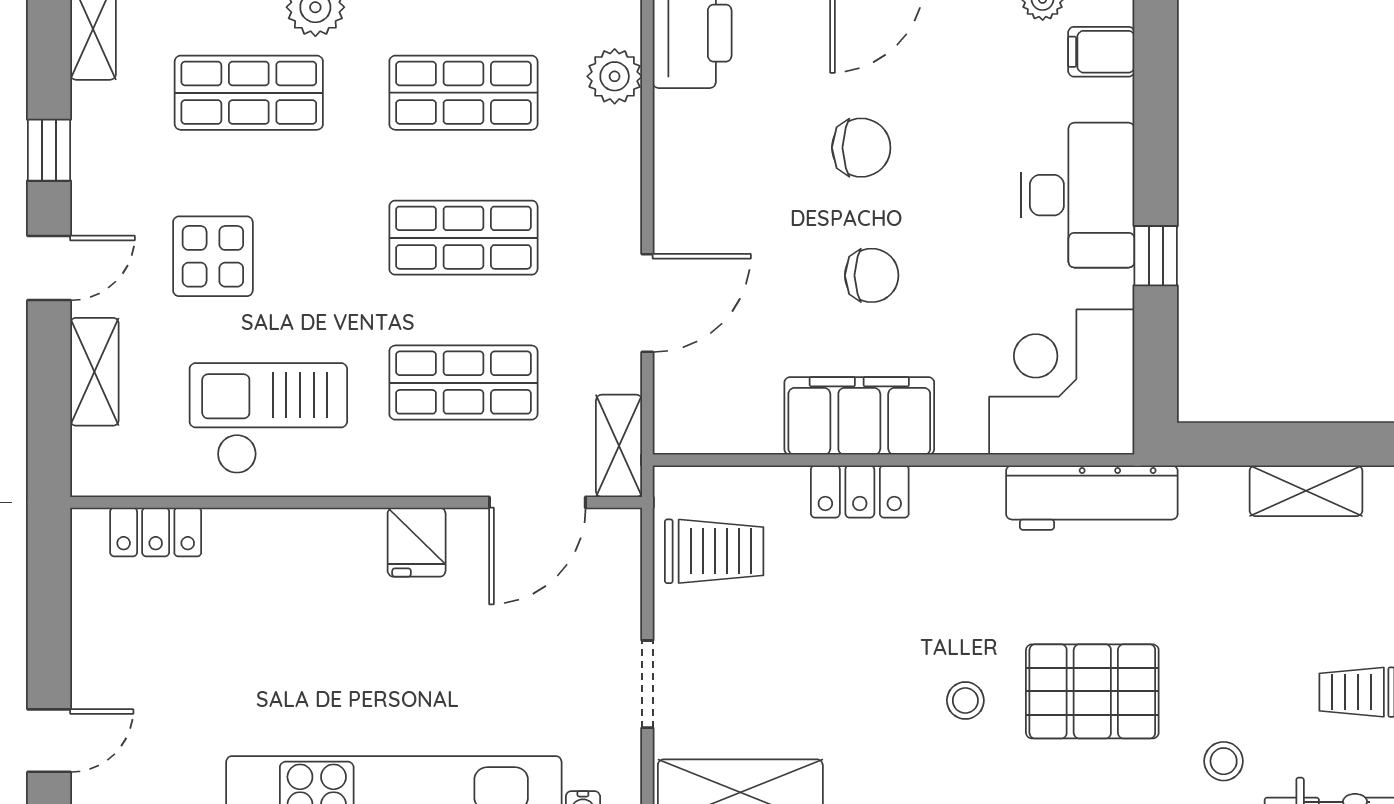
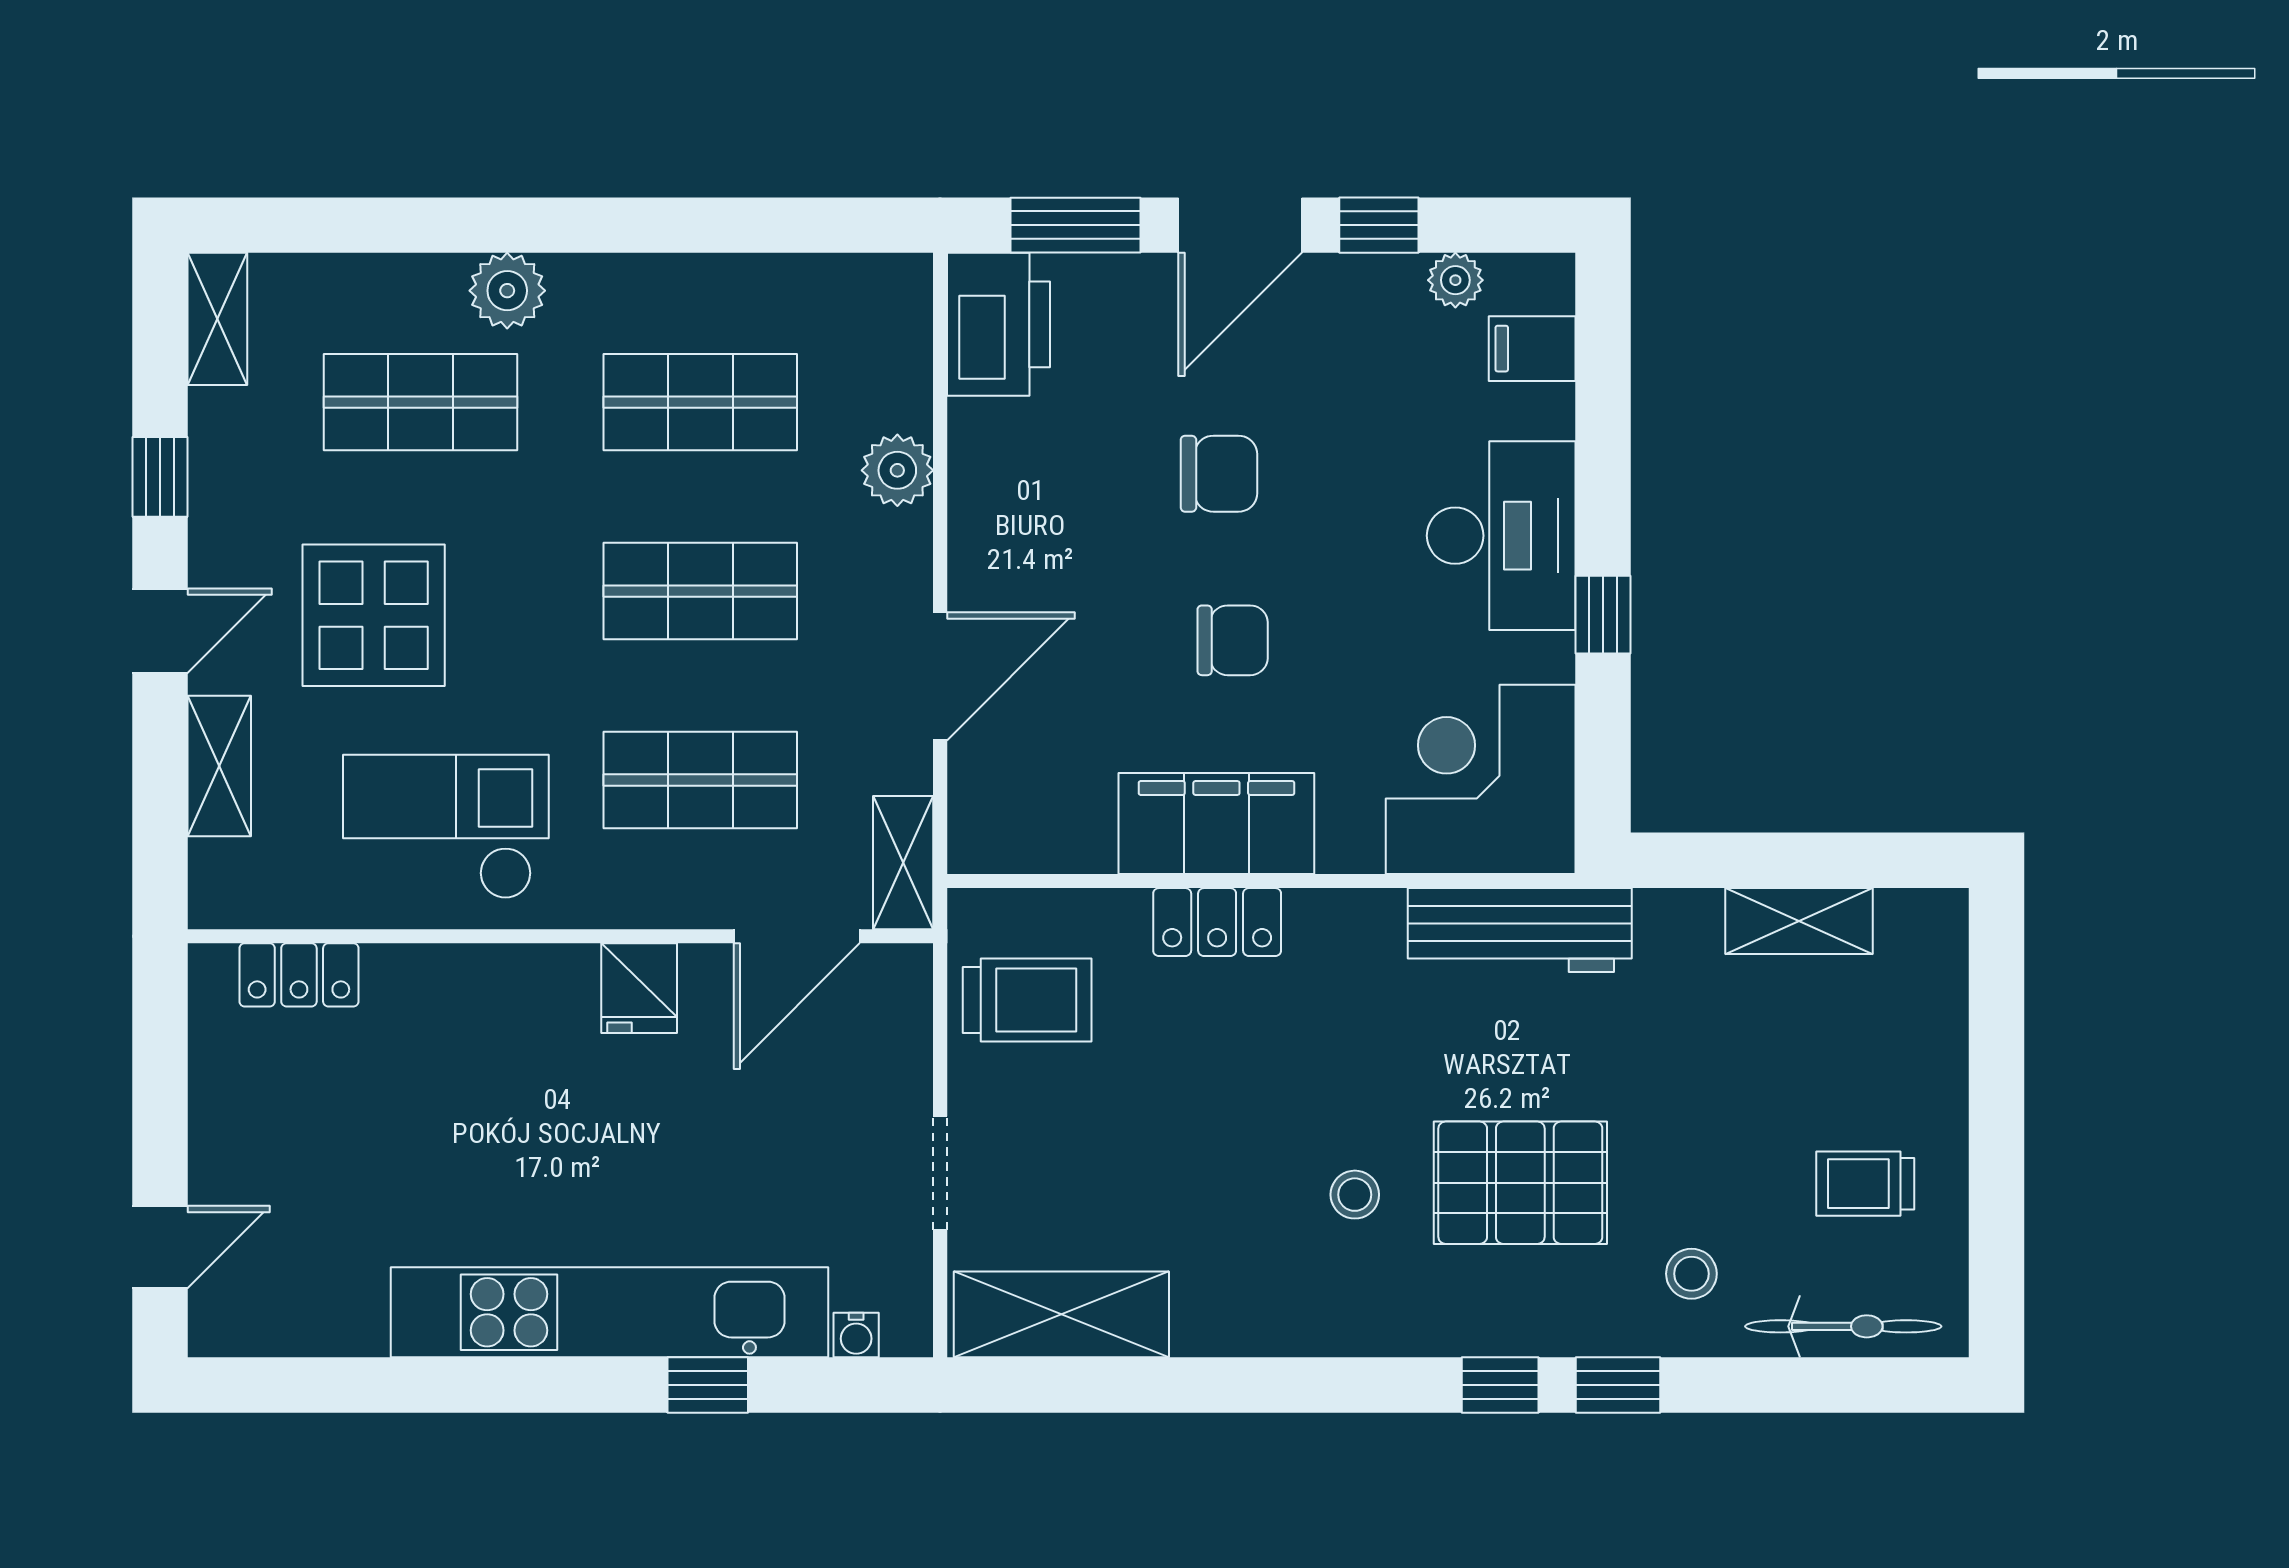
plant: (615, 76) -> (897, 470), moved
display table: (213, 256) -> (374, 615), width x1.36, depth x1.36

